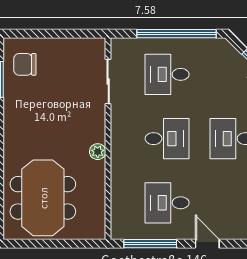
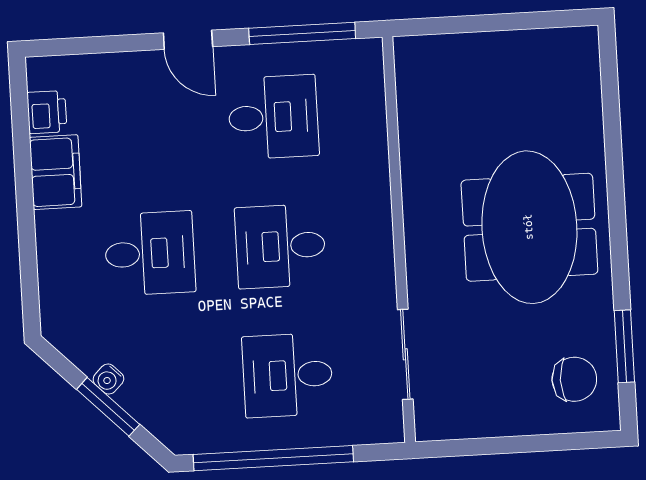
desk: (167, 74) -> (288, 375), turned 180
plant: (98, 152) -> (418, 212), removed
meeting table: (43, 198) -> (529, 227), moved

